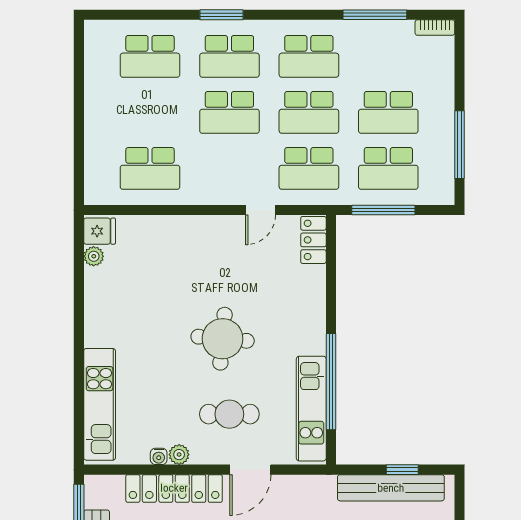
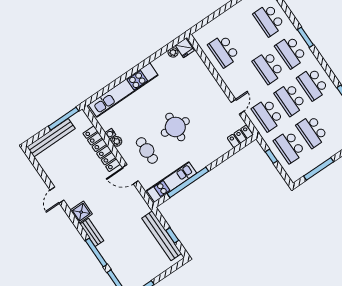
door: (261, 210) -> (238, 107), swing flipped
window: (383, 210) -> (271, 156), width x0.46
kitchen unit: (100, 404) -> (123, 90), width x1.36

